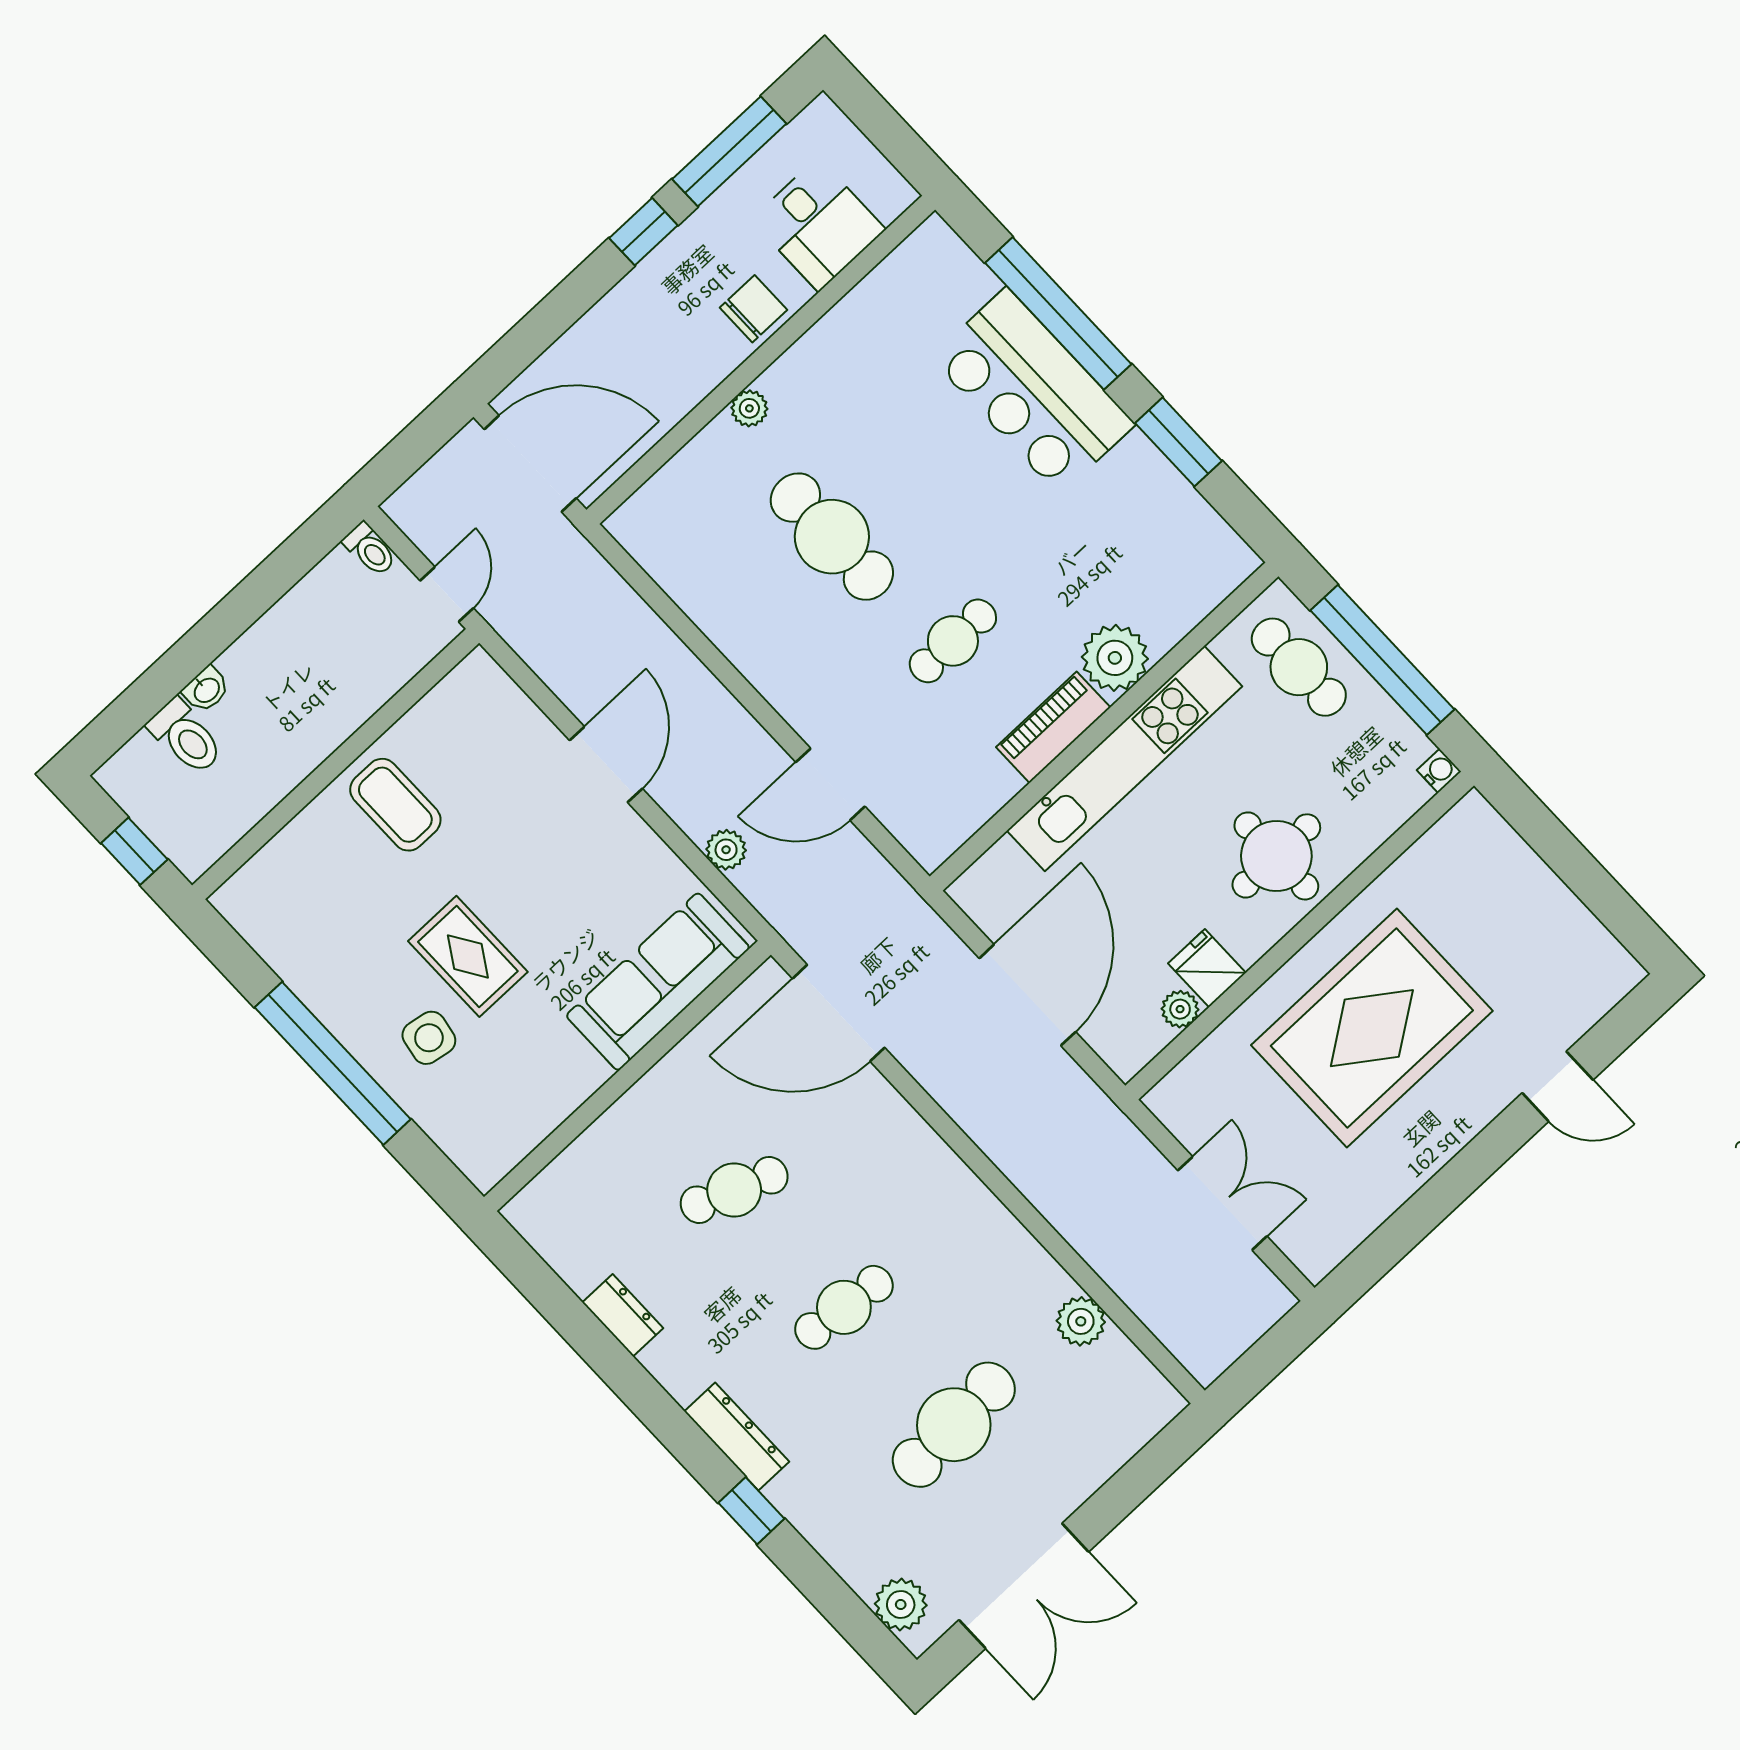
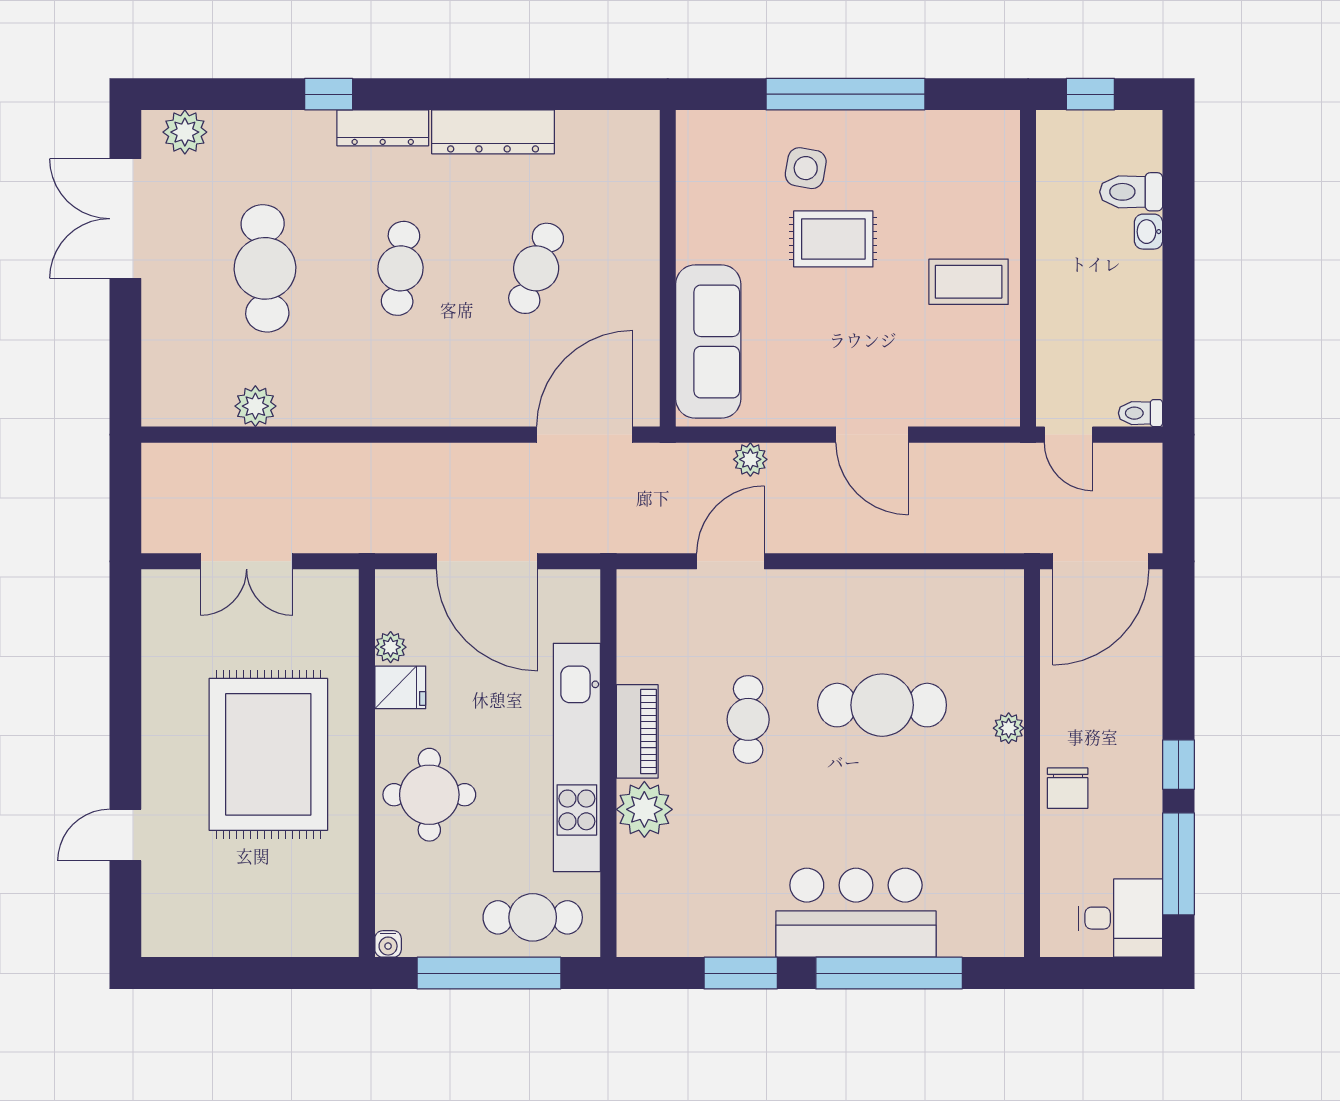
desk: (818, 224) -> (1120, 918), moved, turned 180
dresser: (623, 1315) -> (493, 132), width x1.96, depth x1.24

